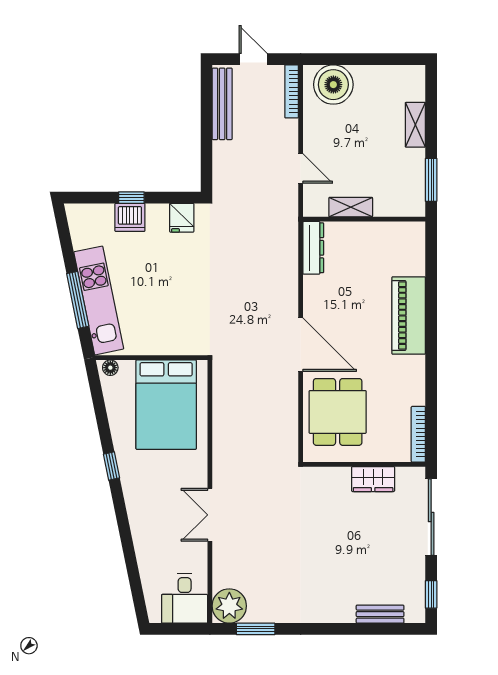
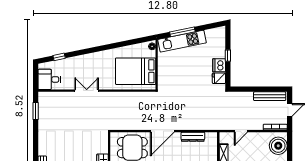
dishwasher: (130, 217) -> (219, 65), moved
dresser: (313, 248) -> (193, 137), moved
window: (112, 466) -> (59, 57), moved
plant: (229, 606) -> (46, 99), removed

